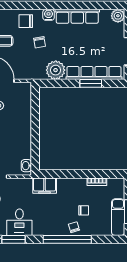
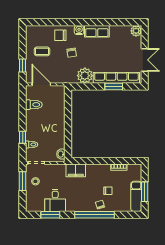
row of seats: (77, 16) -> (97, 31), width x0.68

